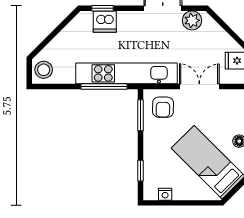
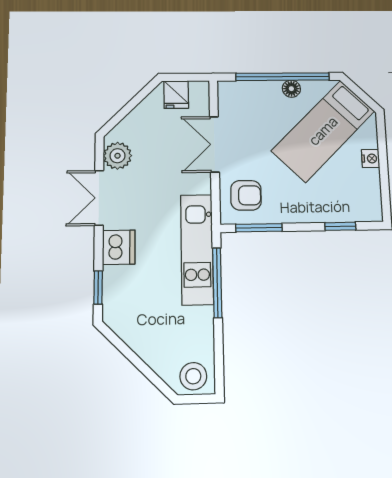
dishwasher: (105, 22) -> (119, 247), moved
kitchen unit: (127, 73) -> (197, 249), width x0.73
nightstand: (165, 194) -> (371, 158), moved

